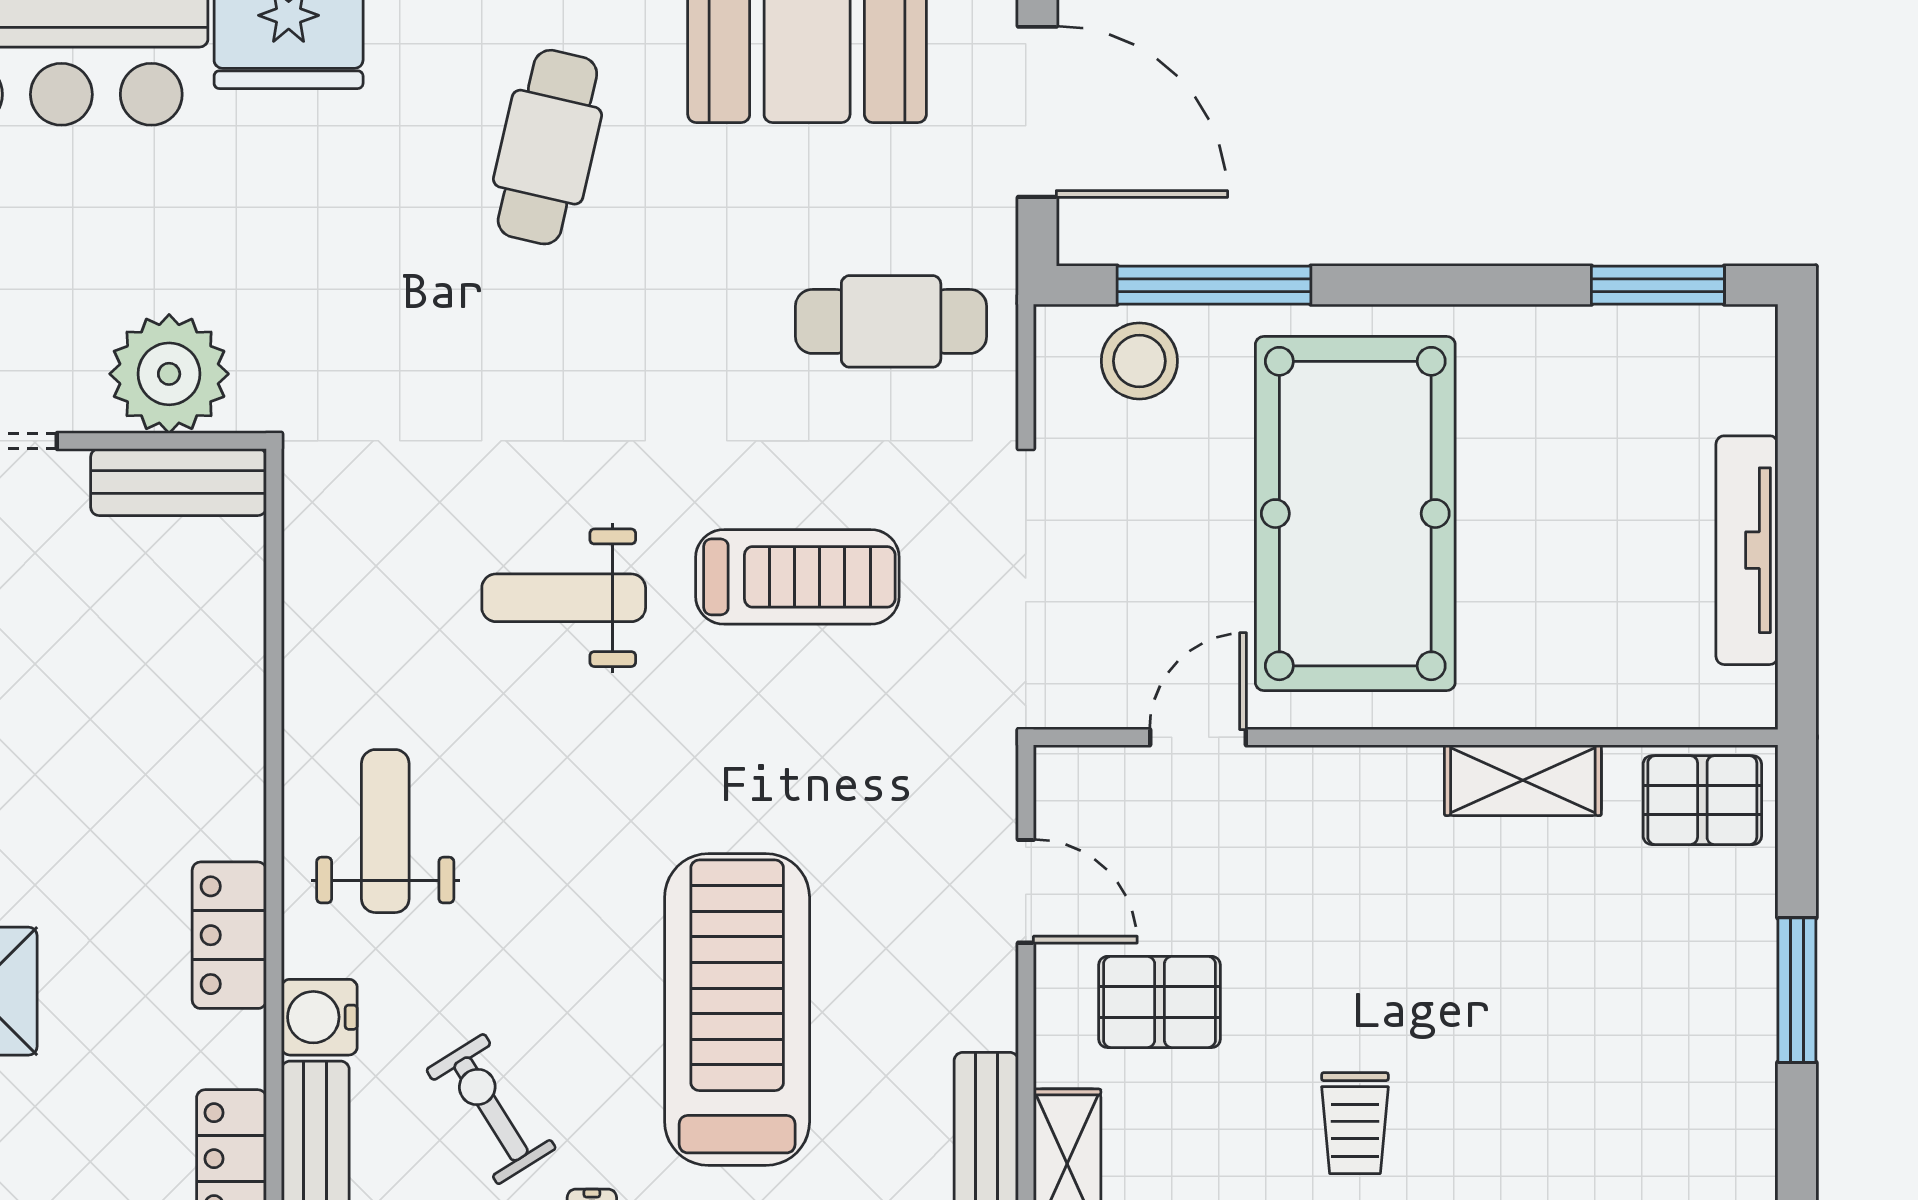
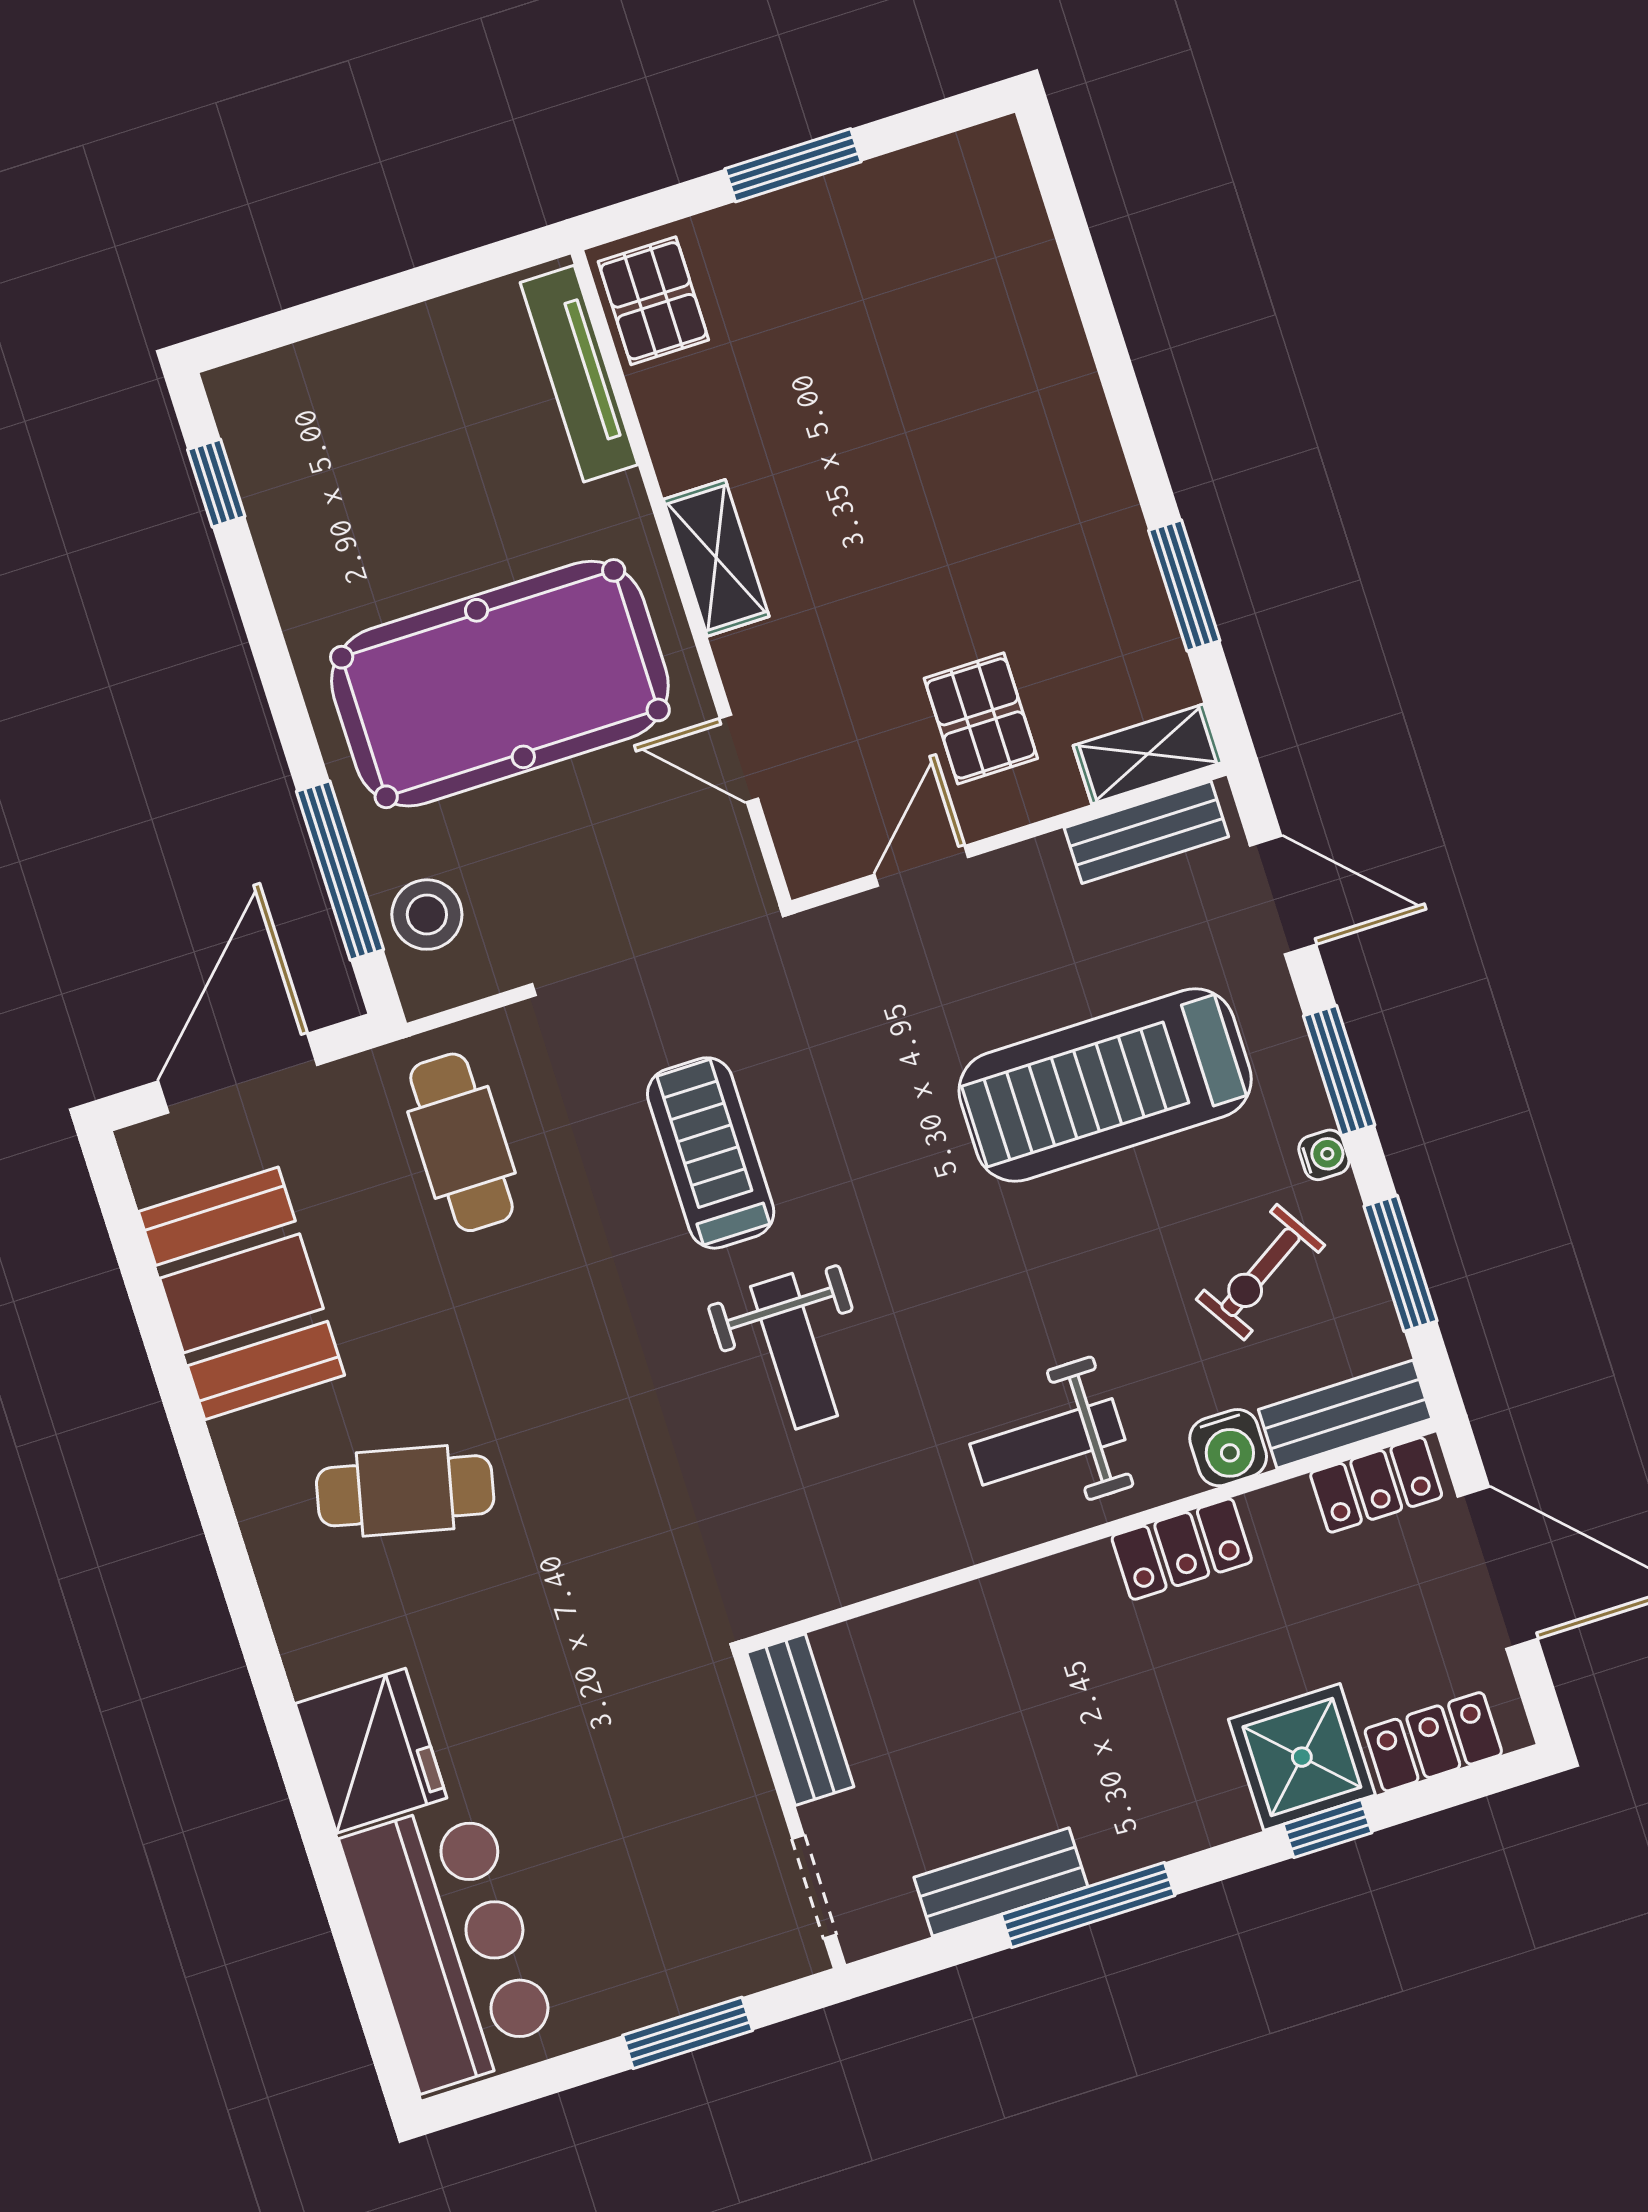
window: (1658, 285) -> (216, 483), width x0.67
plant: (169, 374) -> (708, 1758), removed
tv unit: (1747, 550) -> (579, 374), moved, turned 90
shelving: (1523, 780) -> (716, 558), moved
trolley: (1355, 1123) -> (1032, 514), removed

